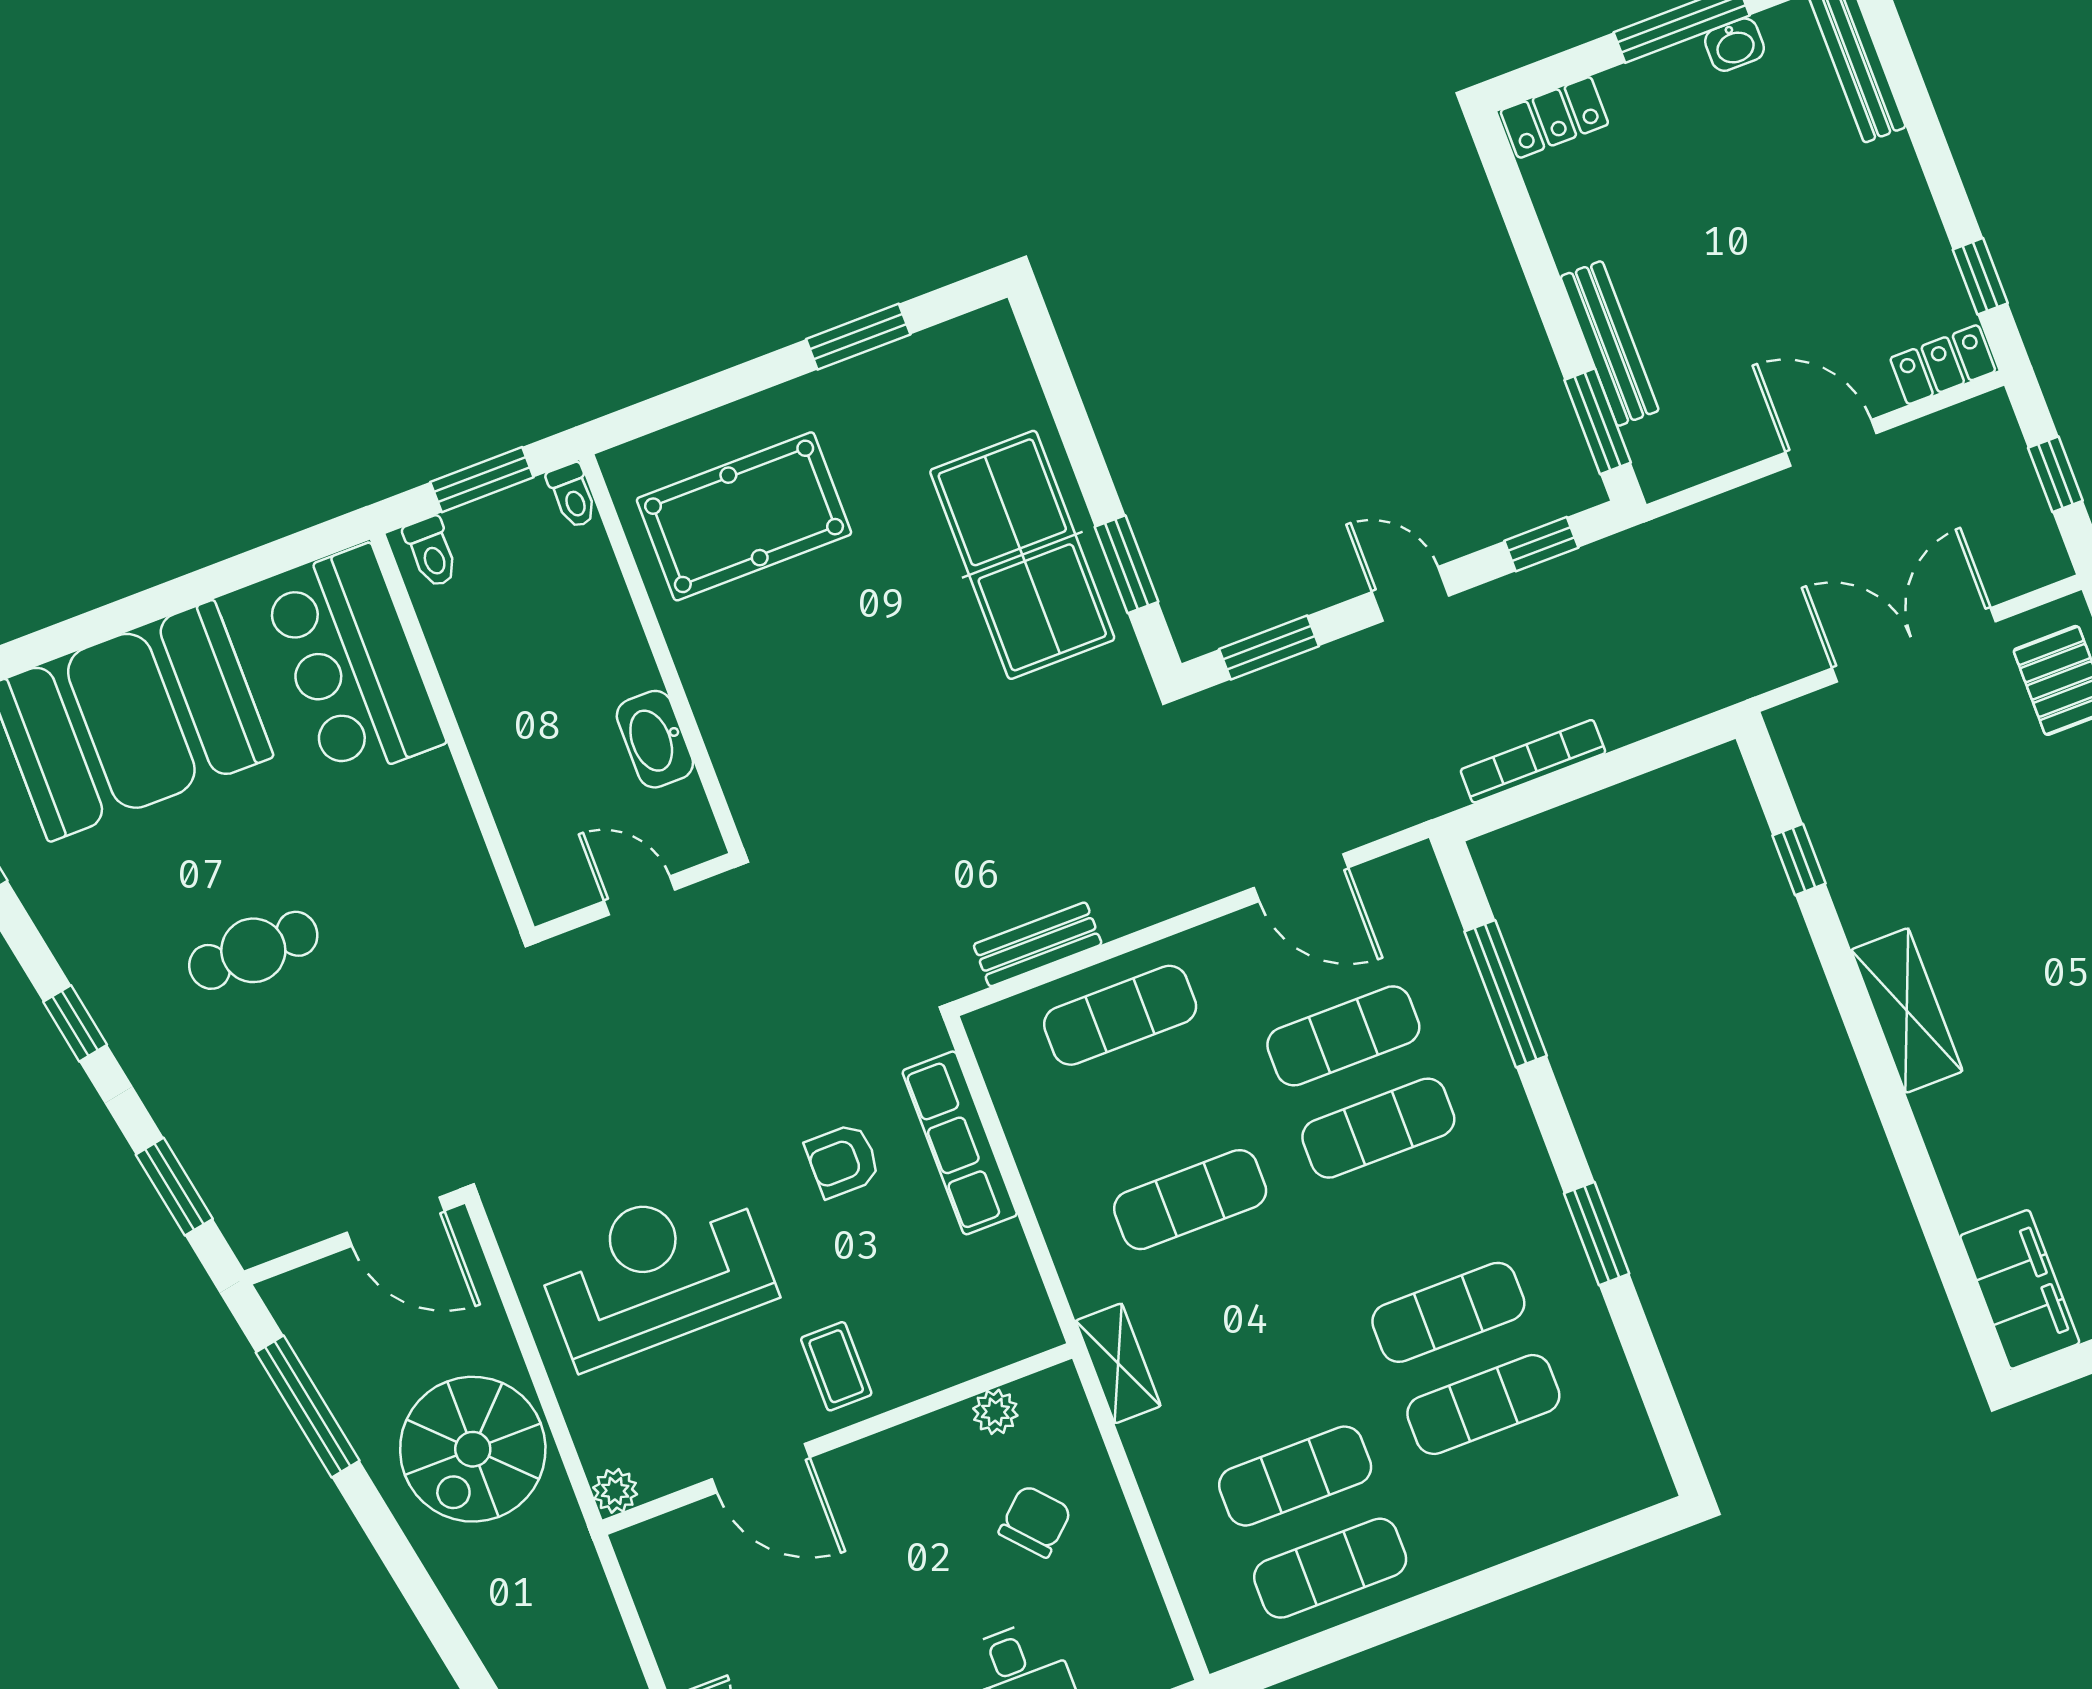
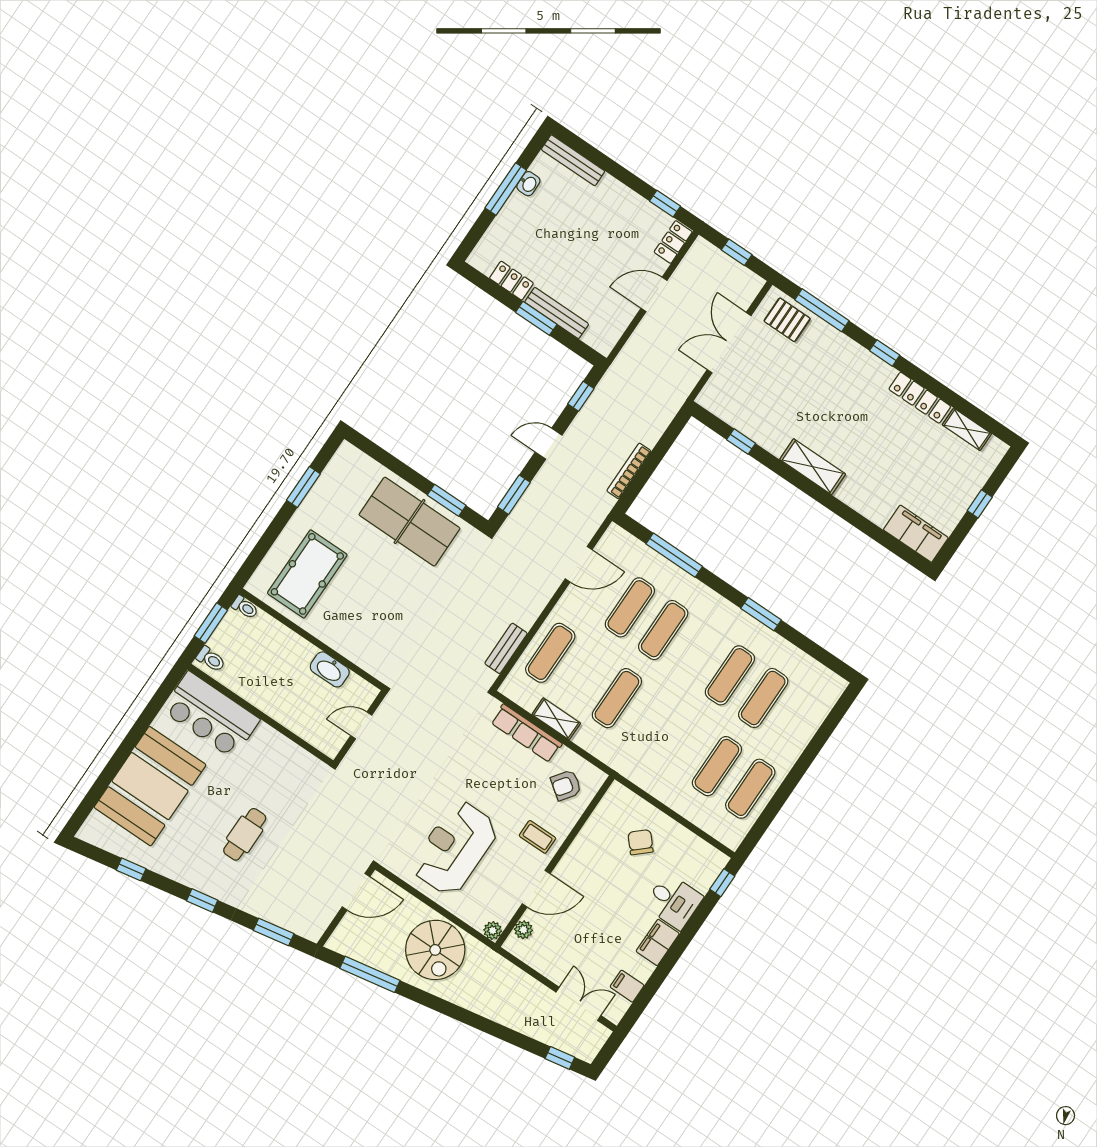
locker: (1554, 117) -> (511, 281), moved, turned -90
window: (1598, 421) -> (536, 318), moved
armchair: (843, 1161) -> (566, 785), moved, turned 36
shelving: (1118, 1363) -> (556, 719), moved
plant: (995, 1412) -> (523, 930), moved

